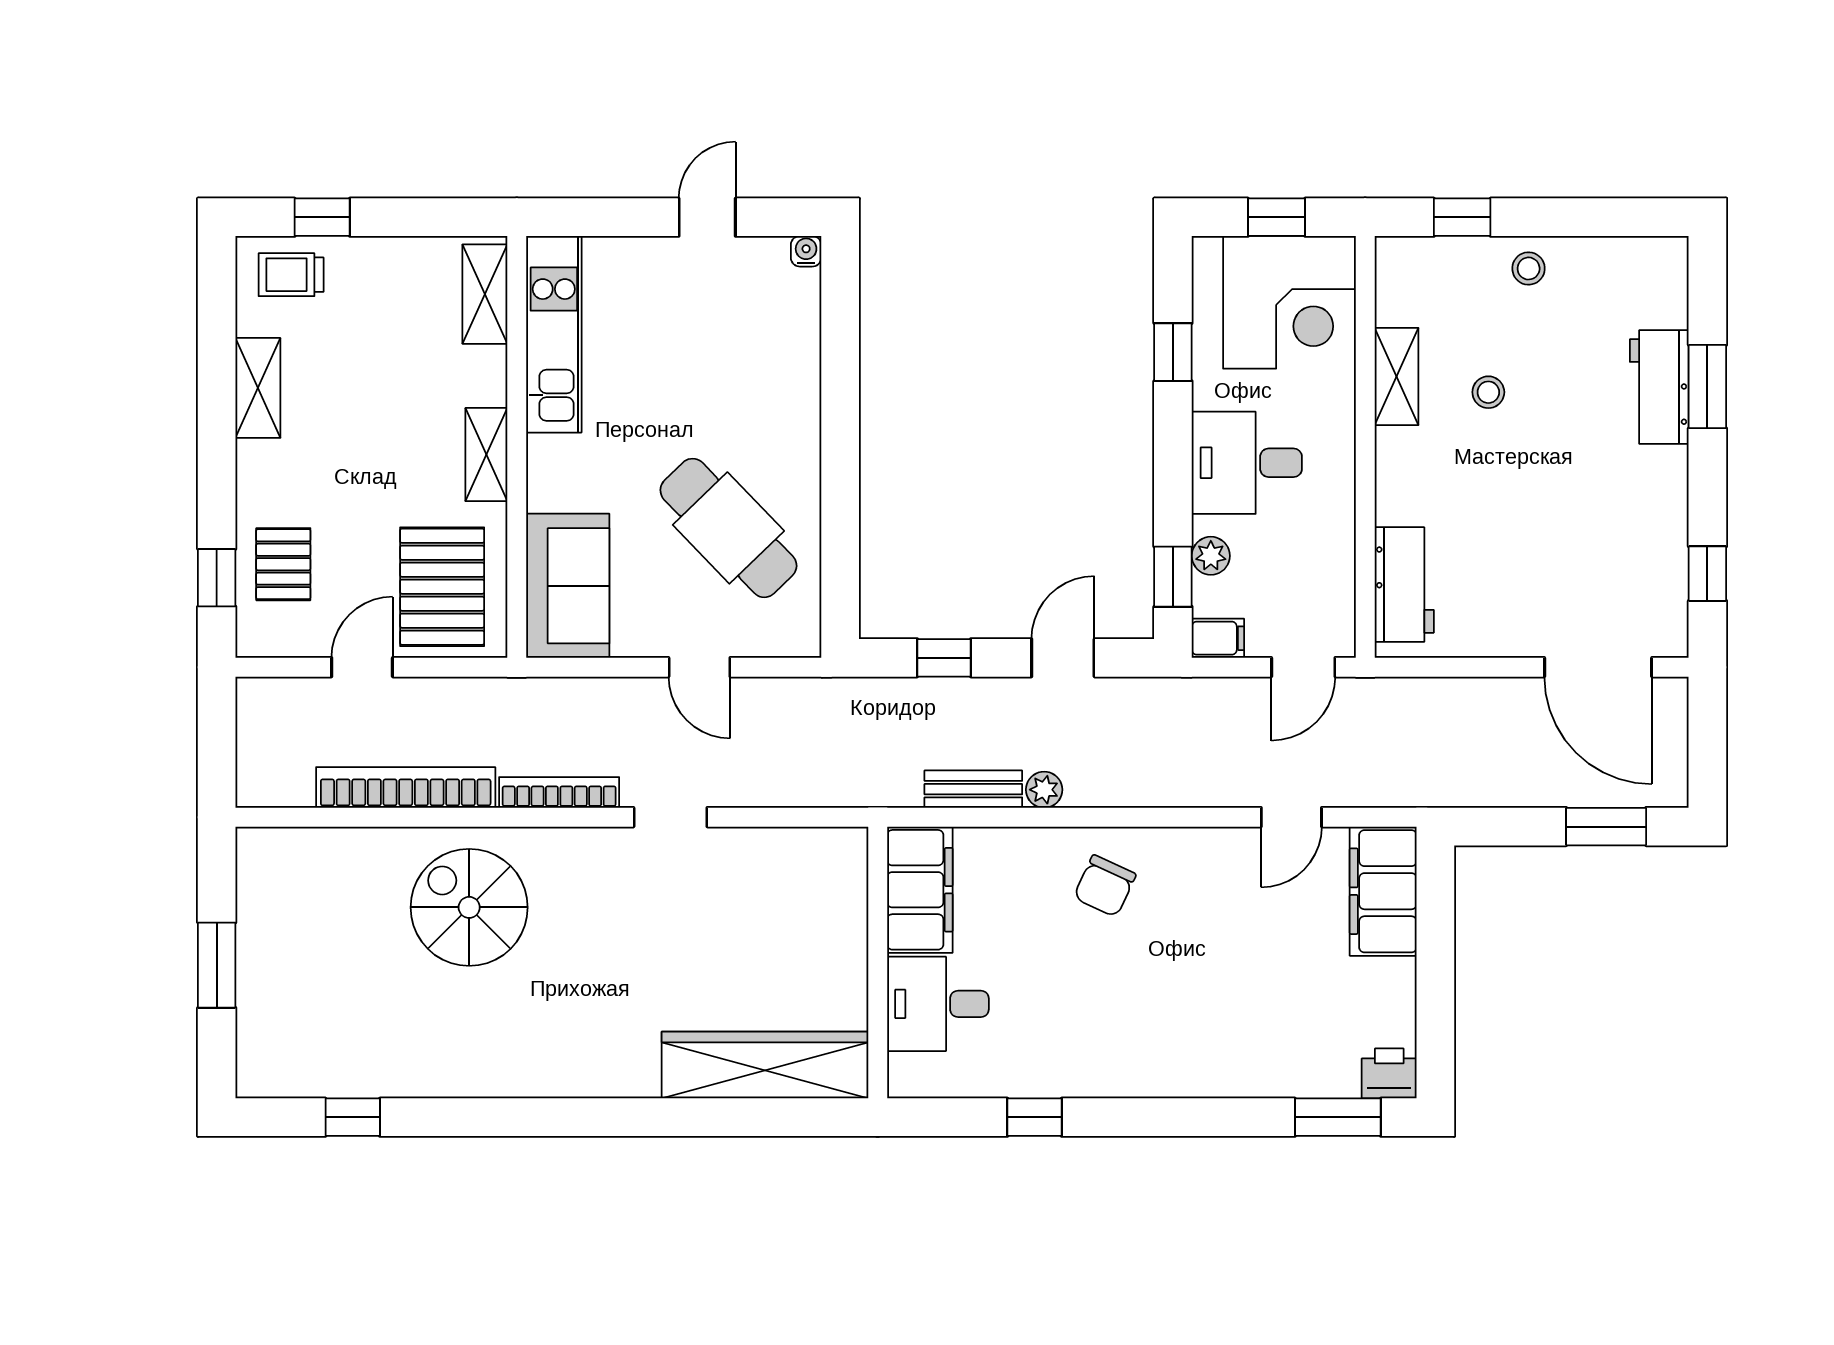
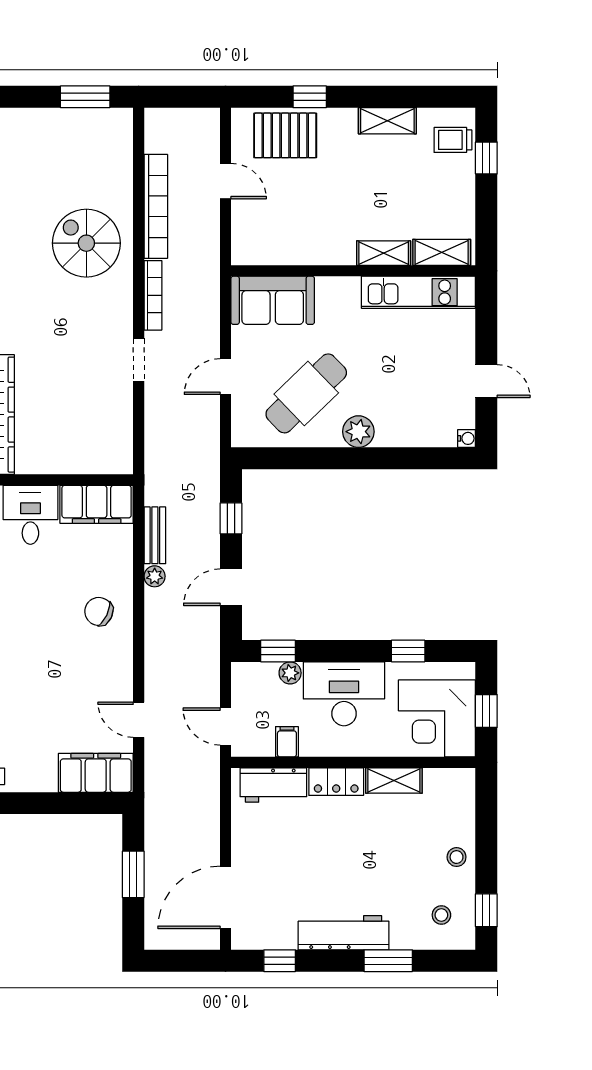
window: (1462, 217) -> (486, 910), moved
trolley: (291, 275) -> (453, 140), turned -90
workbench: (1659, 387) -> (344, 933), moved, width x1.38
stool: (1488, 392) -> (441, 915), moved
plant: (794, 438) -> (358, 432), added
shelving: (486, 455) -> (384, 253), moved
desk: (1247, 463) -> (344, 694), width x1.37
locker: (1398, 476) -> (336, 782), added
pallet: (283, 564) -> (285, 135), width x1.50, depth x1.42
window: (217, 578) -> (310, 97), moved
pallet: (442, 587) -> (272, 227), removed
filing cabinet: (1218, 638) -> (287, 742), moved, turned 180
door: (1063, 658) -> (231, 587), swing flipped
window: (1606, 827) -> (133, 874), moved
spiral stairs: (469, 907) -> (86, 243), turned -90
window: (217, 965) -> (85, 97), moved

